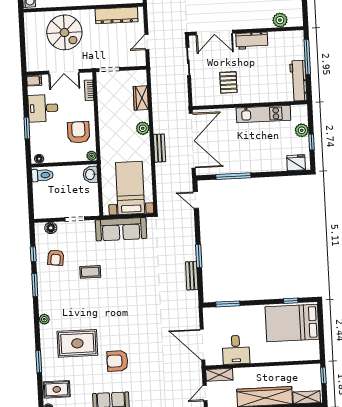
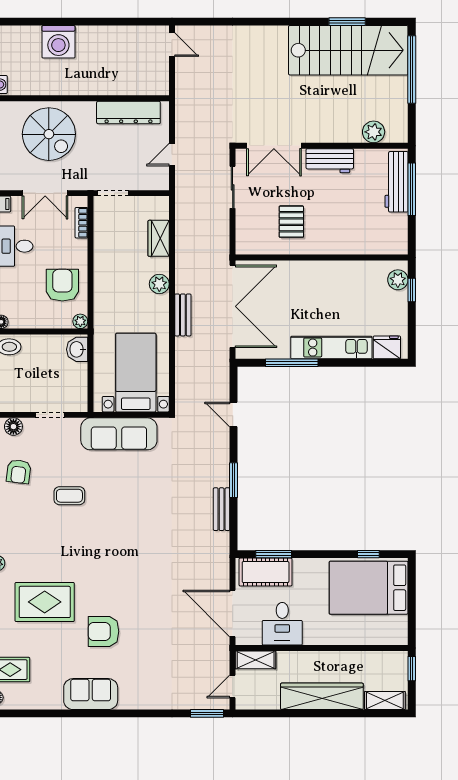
workbench: (298, 81) -> (397, 182), moved
kitchen unit: (263, 114) -> (331, 348), moved, turned 180
plant: (302, 130) -> (398, 280), moved
window: (312, 142) -> (412, 290), moved
door: (196, 200) -> (234, 415), moved
cot: (223, 316) -> (266, 572), added

